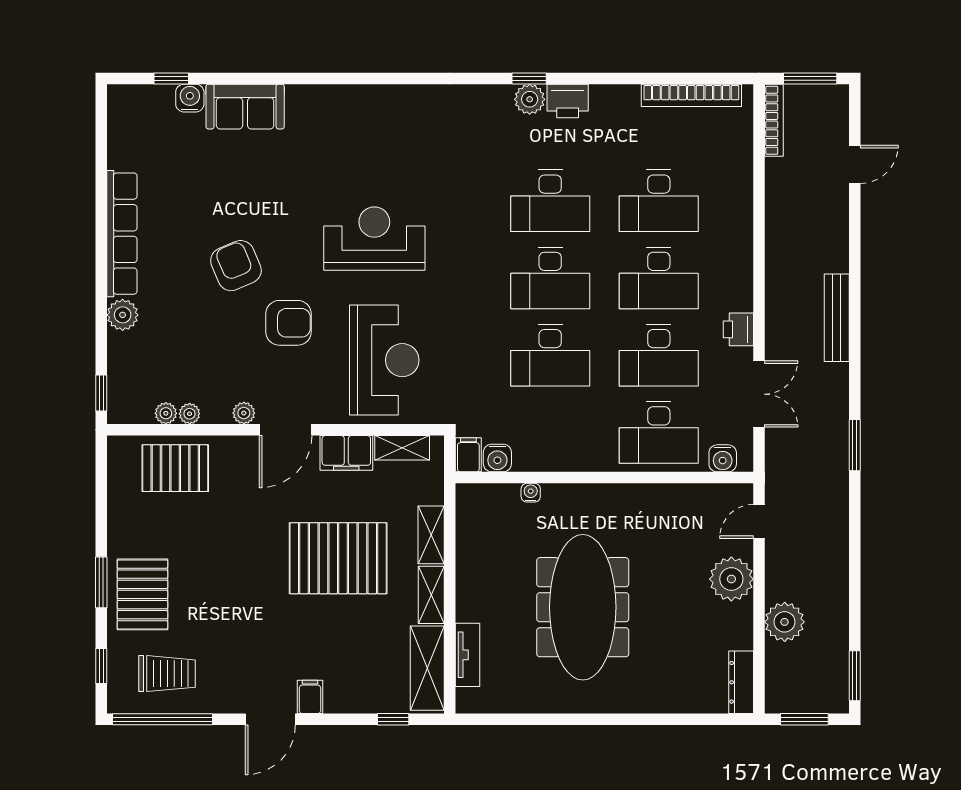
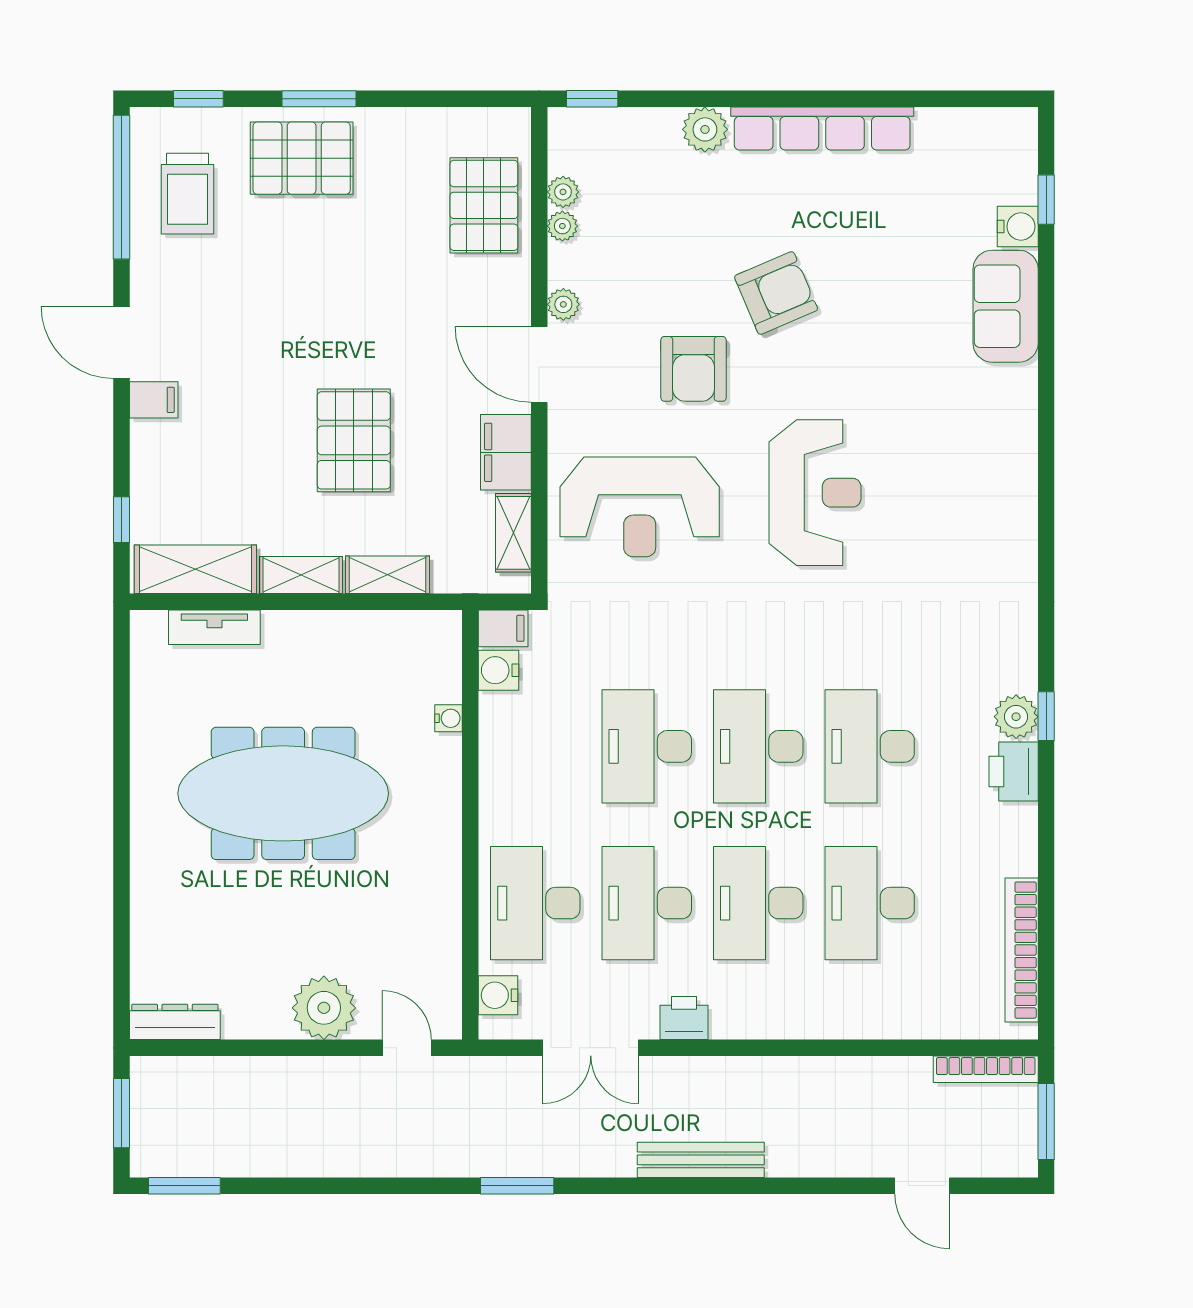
pallet: (338, 558) -> (354, 440), width x0.73, depth x0.71
plant: (785, 622) -> (262, 1084), removed

